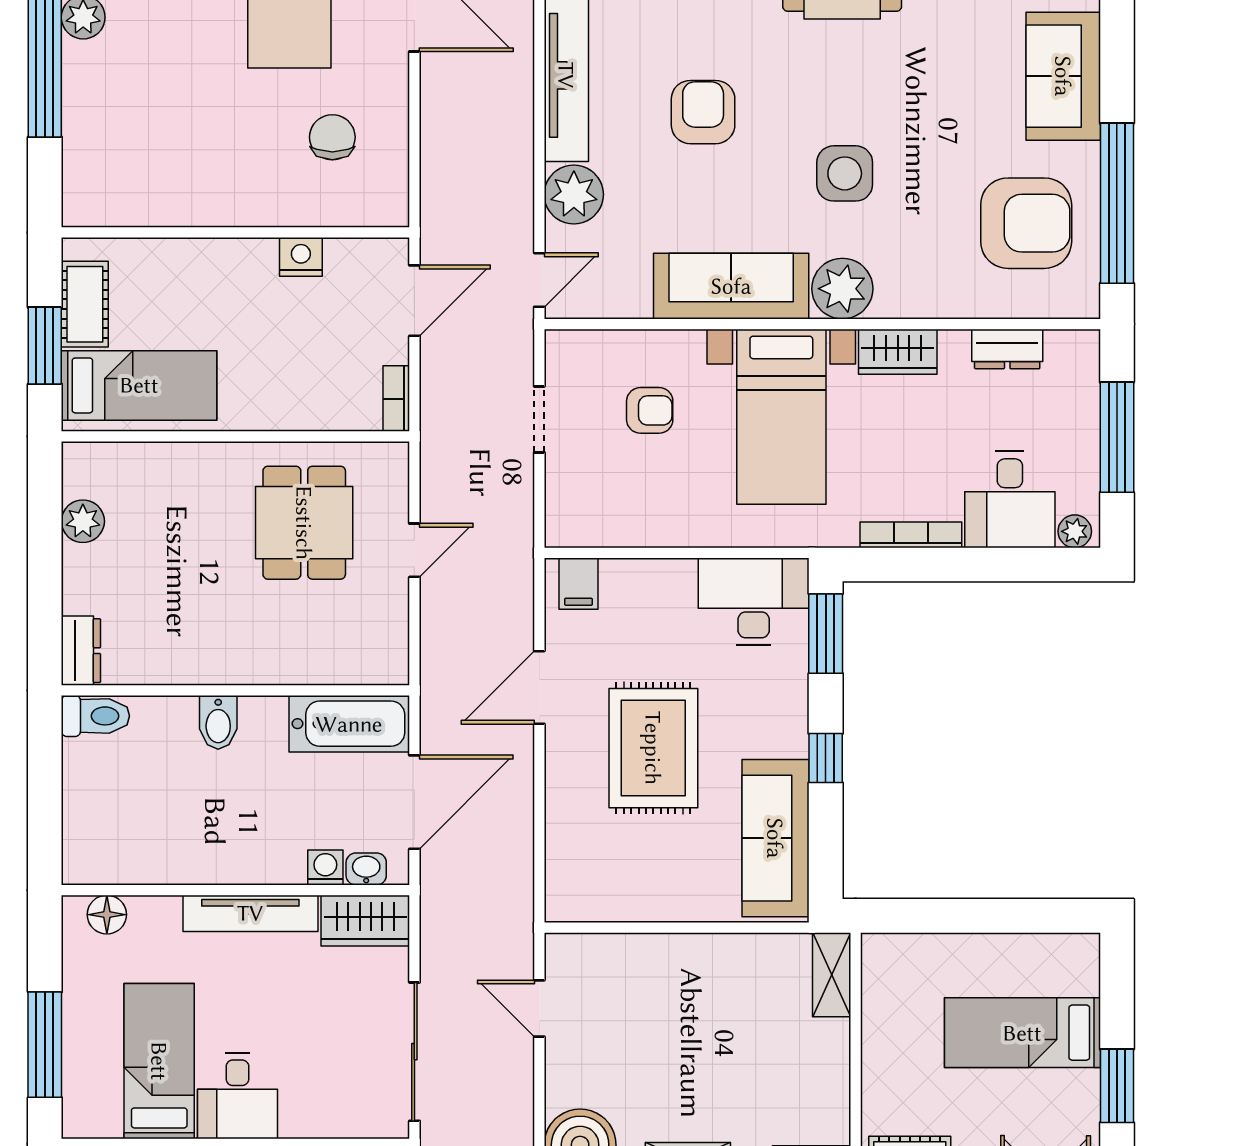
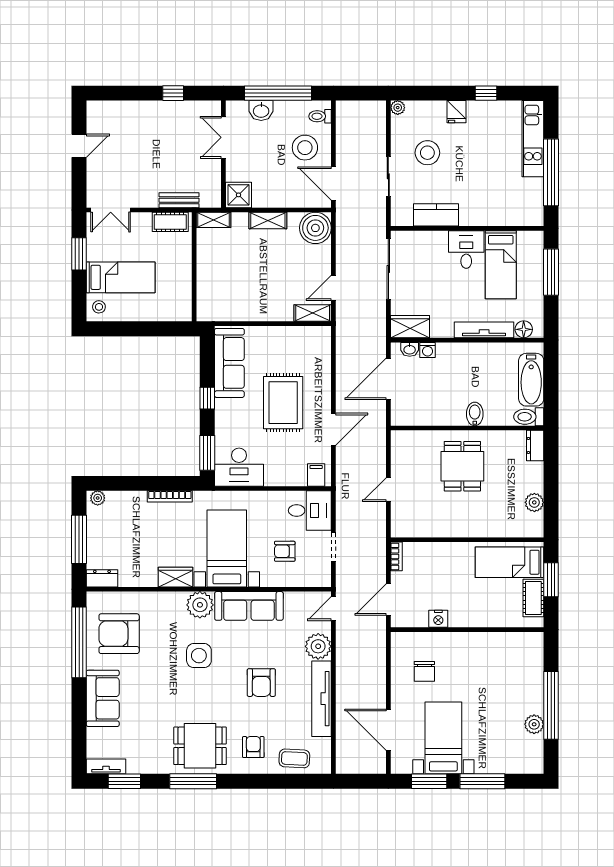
dresser: (1007, 349) -> (102, 578), moved
desk: (1010, 499) -> (310, 510), moved, turned 90
dining table: (304, 523) -> (462, 466), moved
bathtub: (349, 724) -> (531, 380), moved, turned -90
tv unit: (250, 913) -> (484, 330), moved
stool: (1072, 966) -> (99, 307), added
shelving: (832, 975) -> (313, 313), moved, turned 90
door: (539, 1008) -> (333, 288), swing flipped

